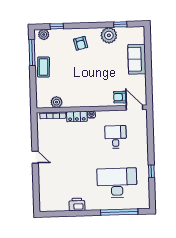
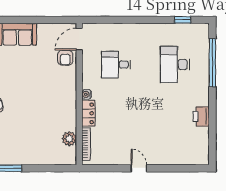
coffee table: (43, 67) -> (24, 154), removed
door: (35, 157) -> (139, 168), hinge flipped
window: (151, 171) -> (183, 20), moved
desk: (117, 183) -> (175, 65), width x0.73, depth x0.77

